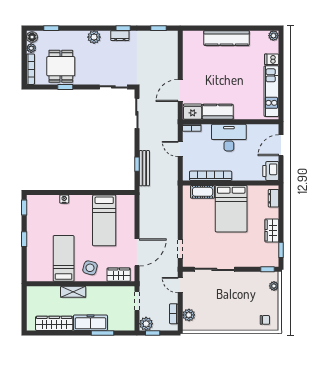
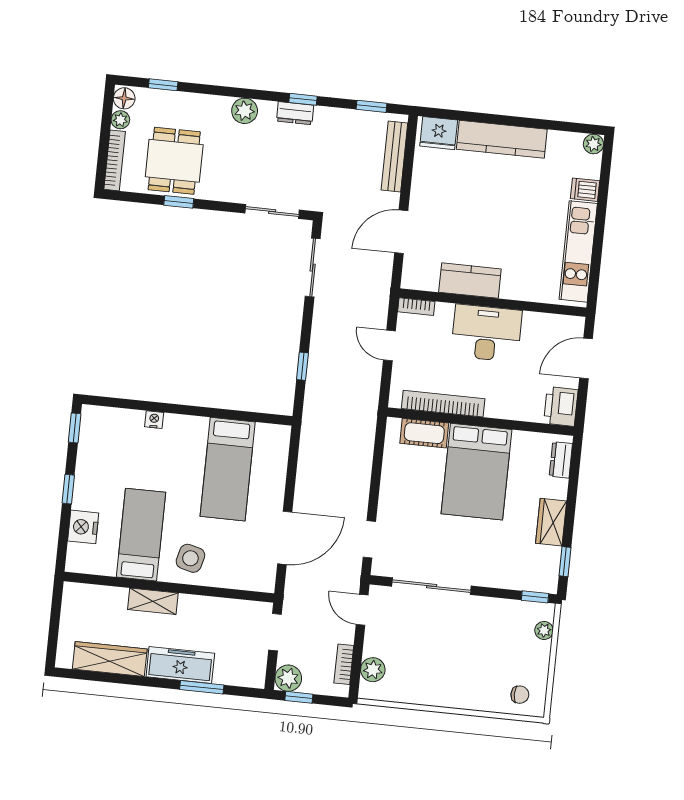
fridge: (193, 112) -> (439, 133), moved, turned 180
bench: (144, 168) -> (394, 157), moved
nightstand: (34, 258) -> (83, 527), added
wardrobe: (119, 275) -> (245, 577), removed

